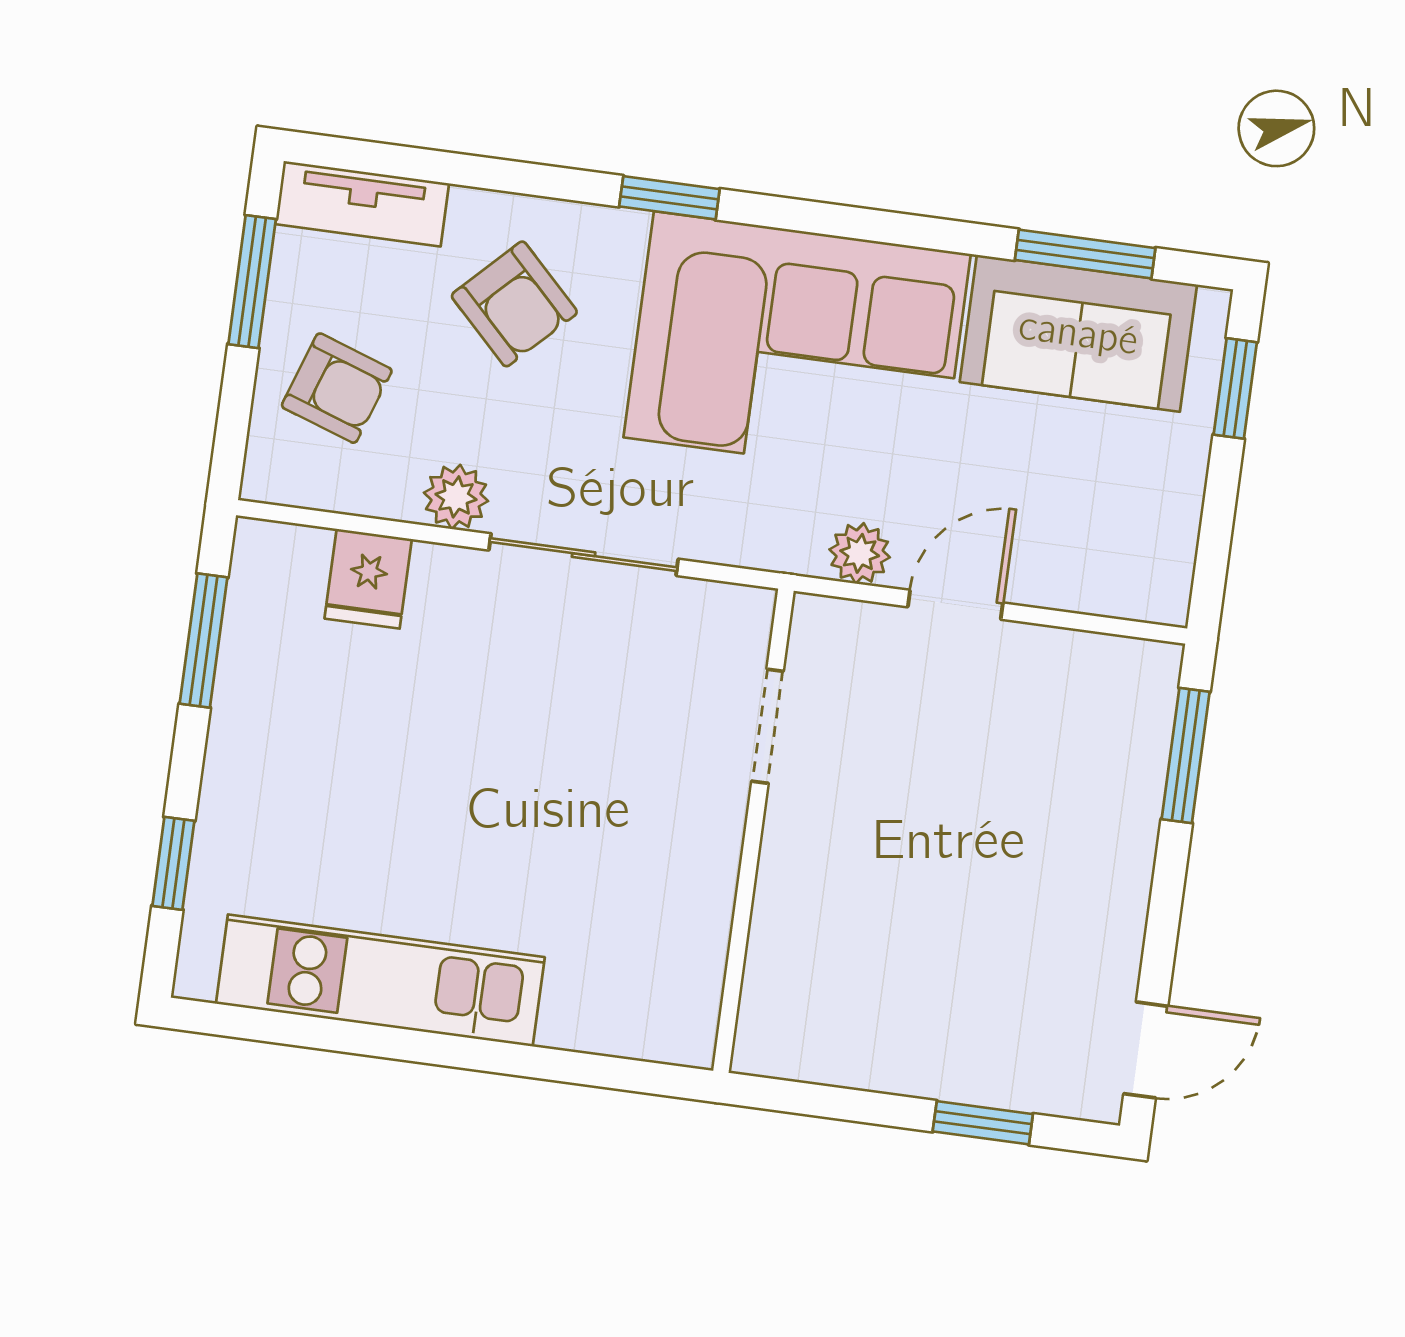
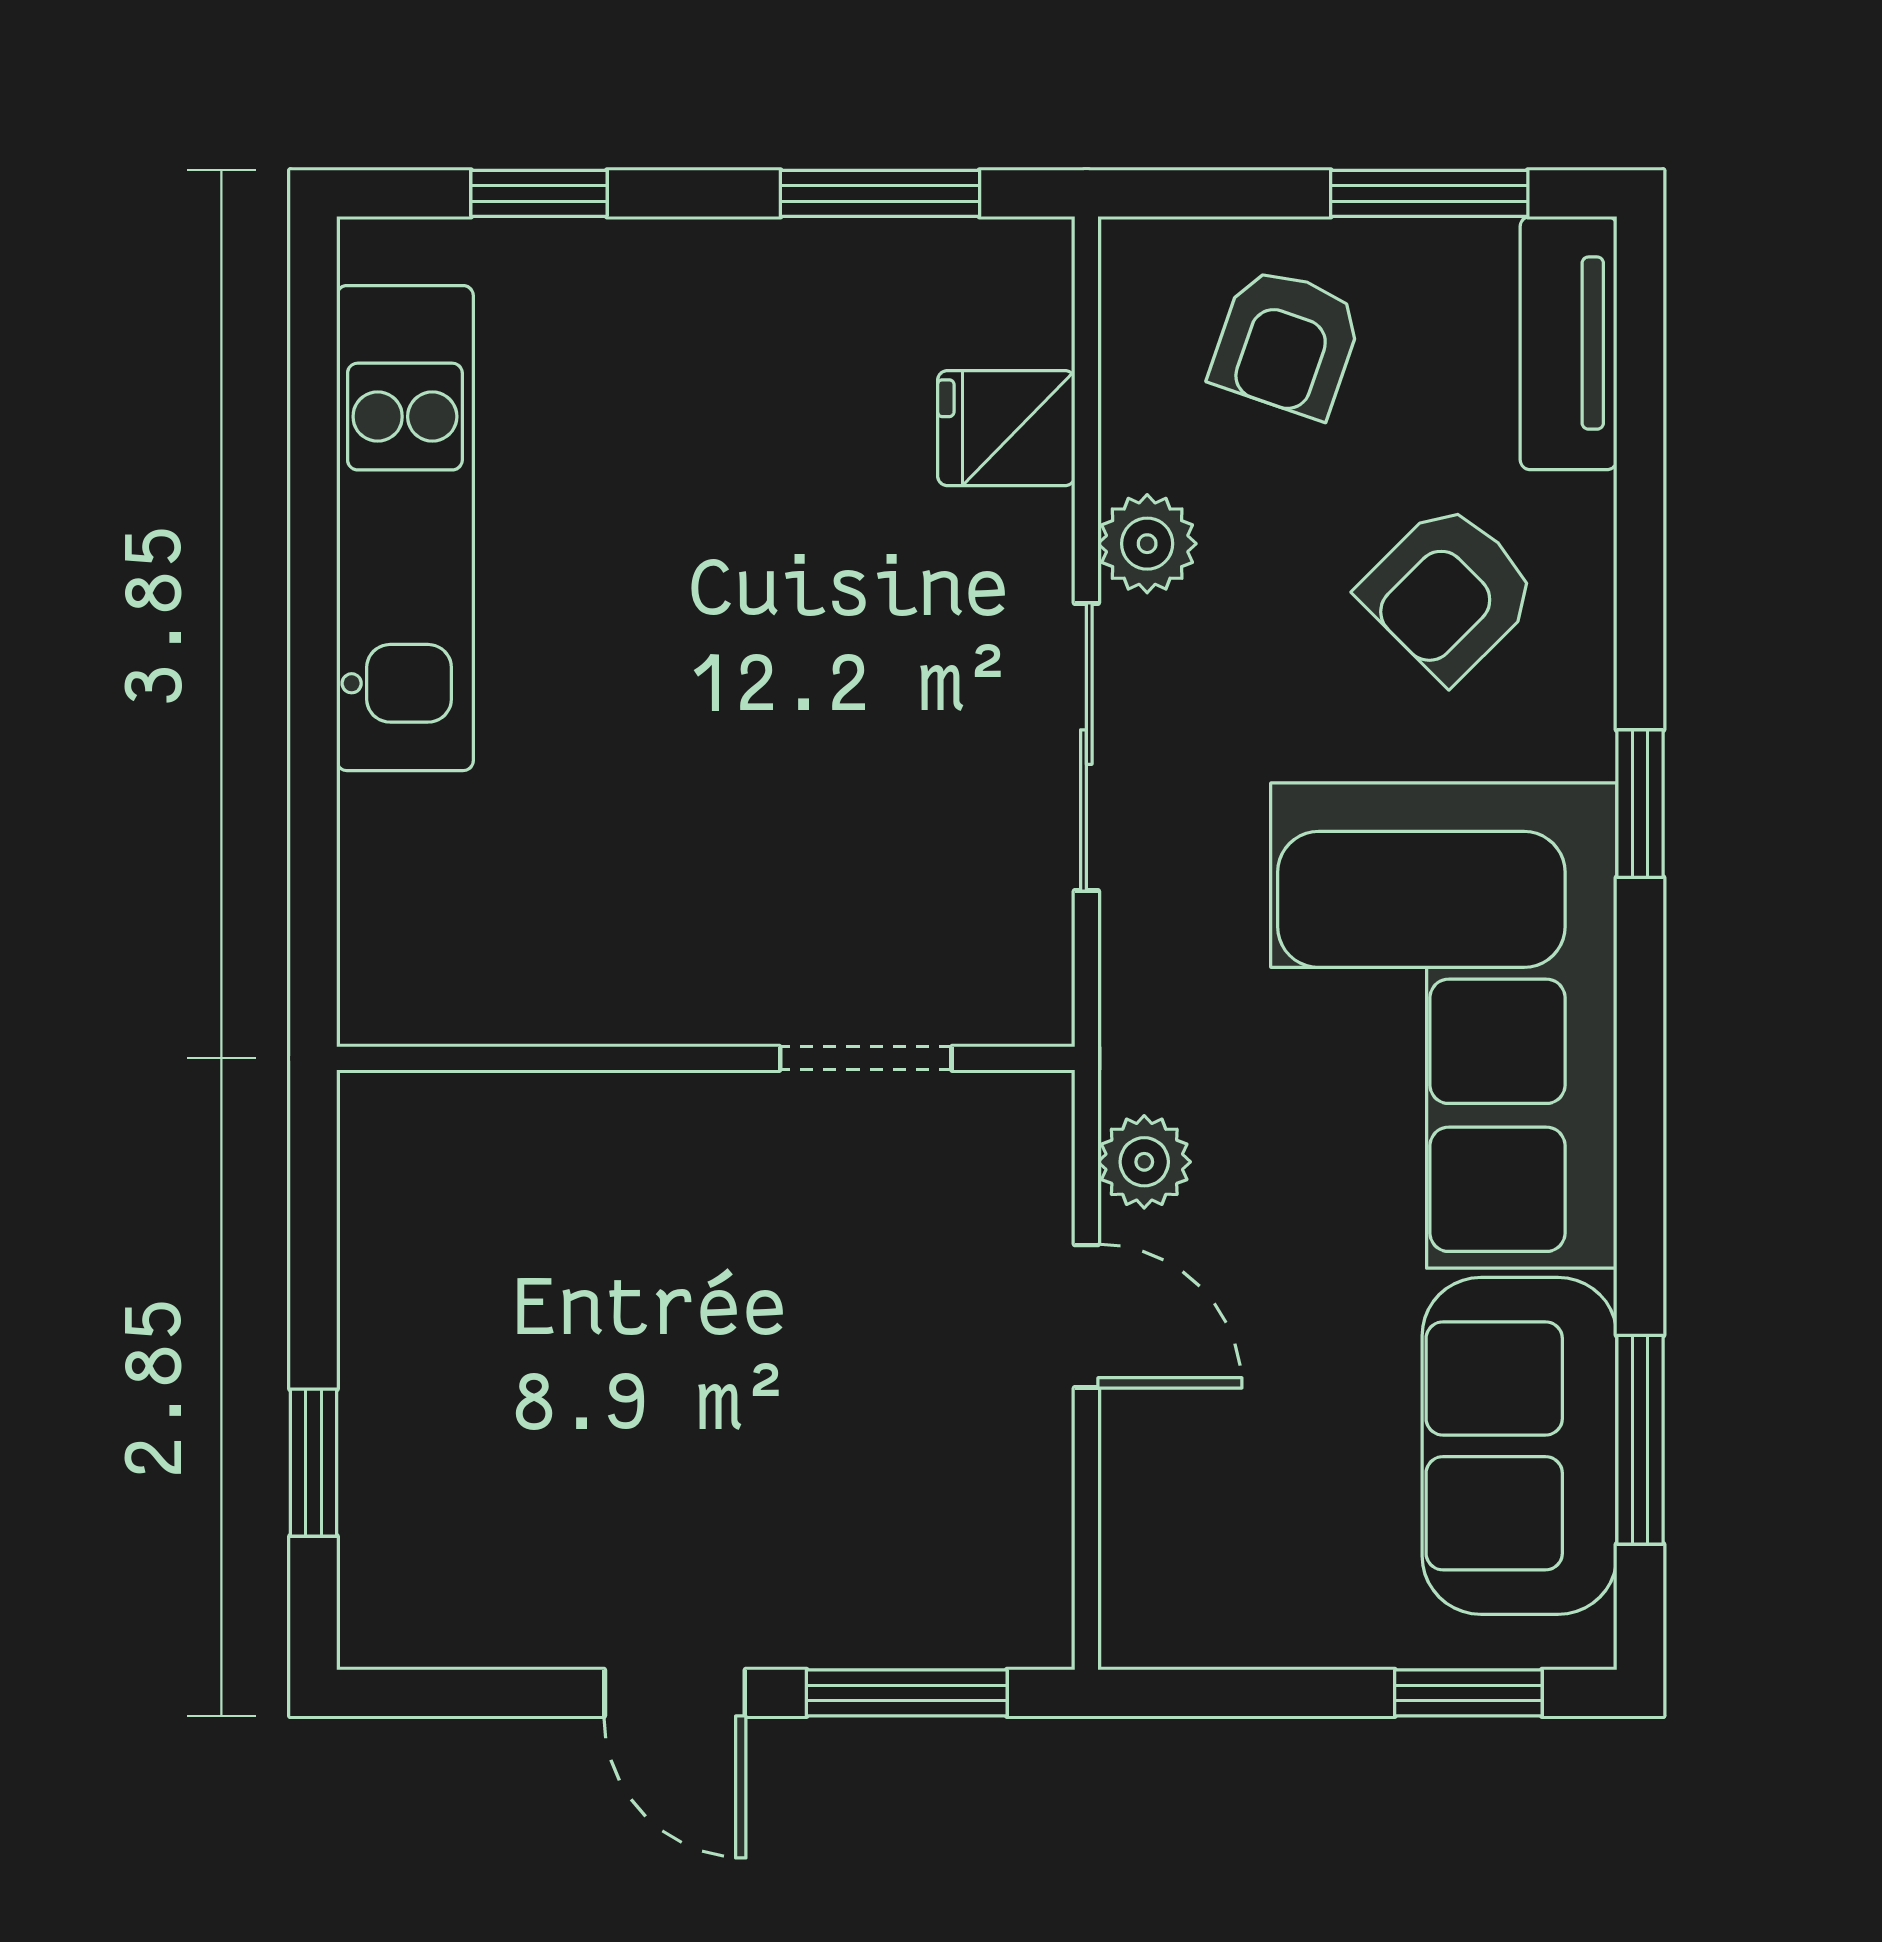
door: (1146, 1050) -> (675, 1693), moved

